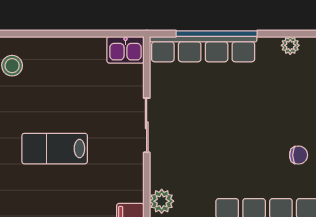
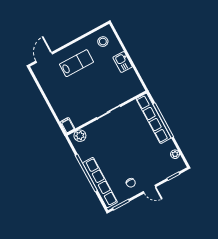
kitchen sink: (125, 50) -> (123, 62), moved
lab bench: (55, 149) -> (77, 63), moved, turned 90

